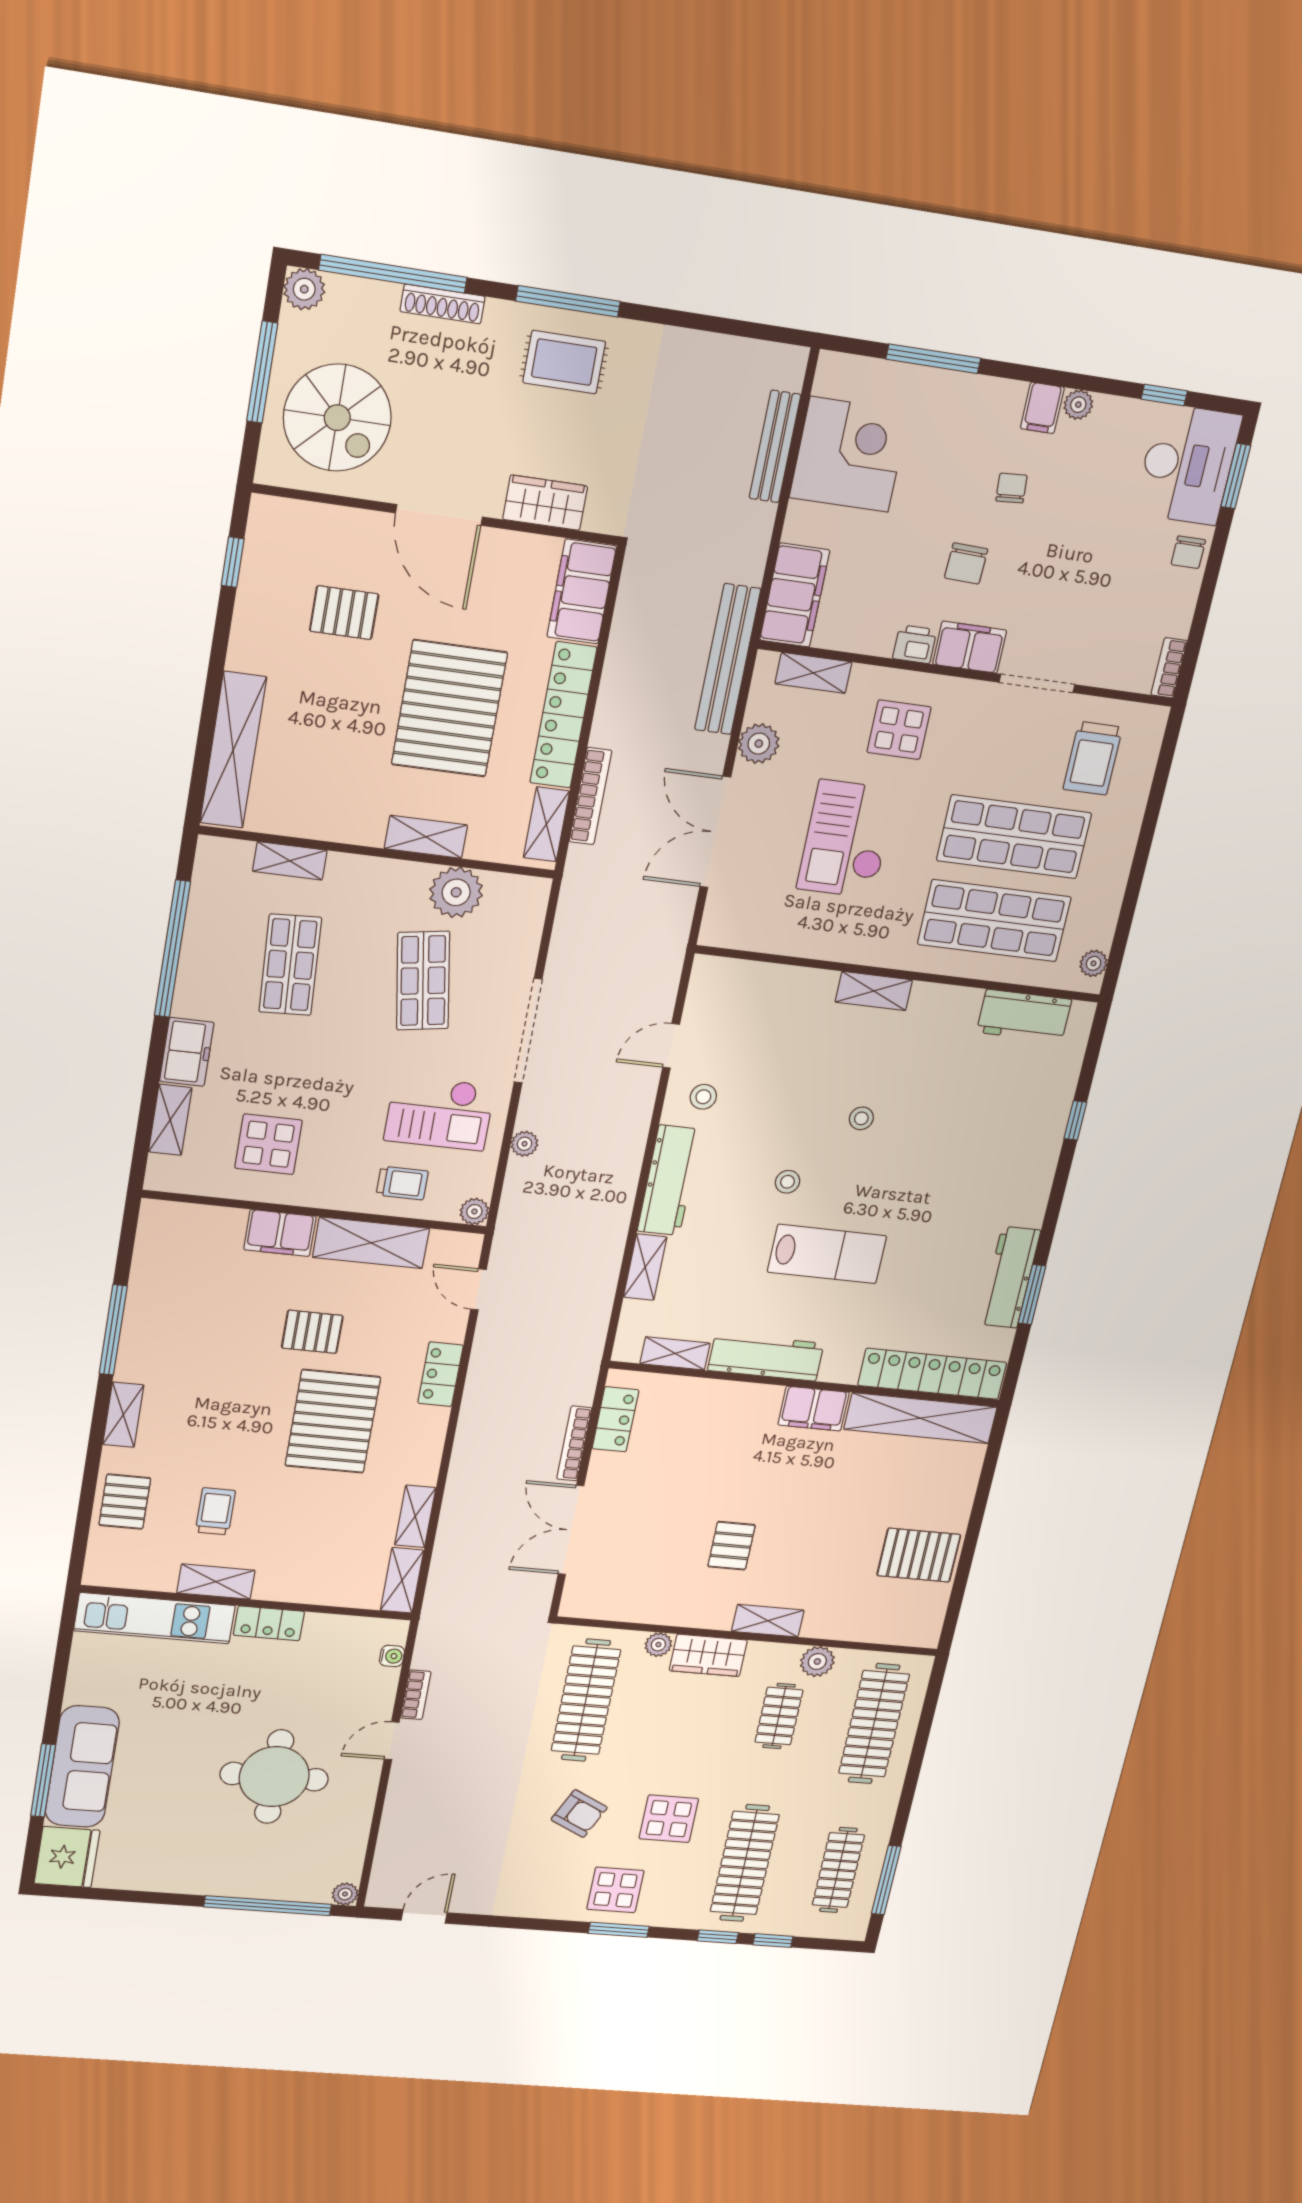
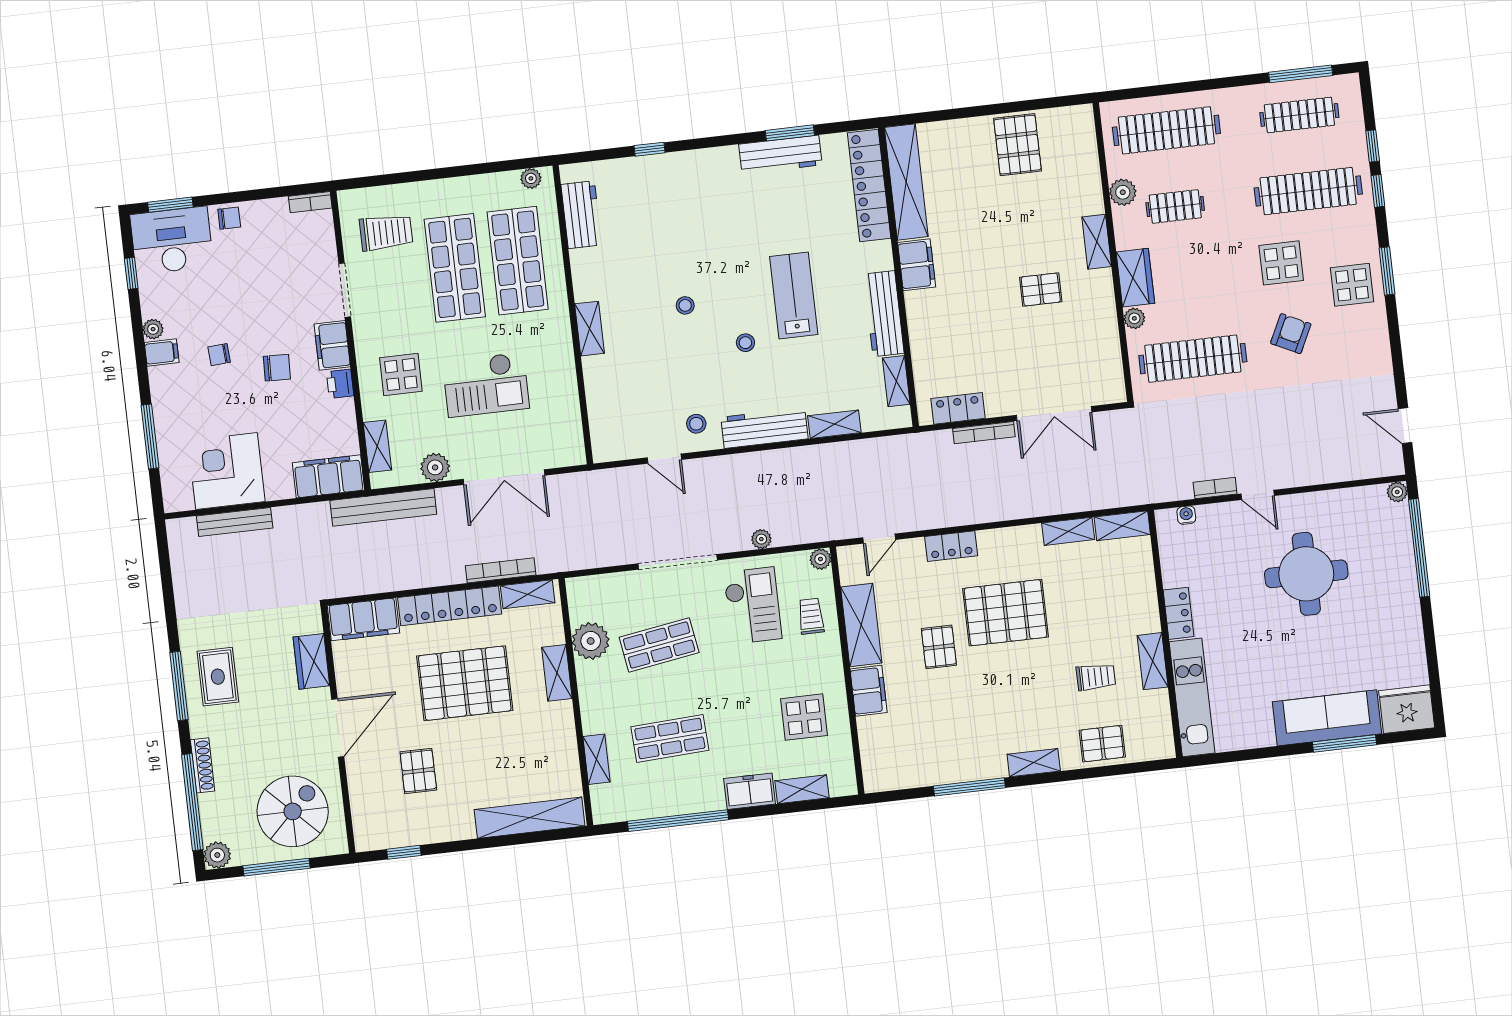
trolley: (215, 1511) -> (1096, 677), turned 180

